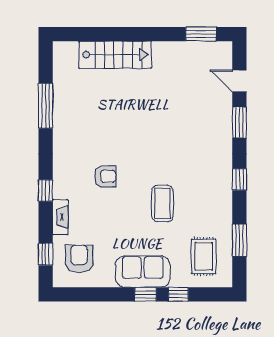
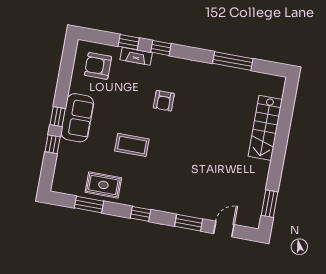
window: (46, 254) -> (129, 42), moved
rug: (204, 256) -> (103, 185), moved
armchair: (79, 259) -> (98, 66), turned 180

